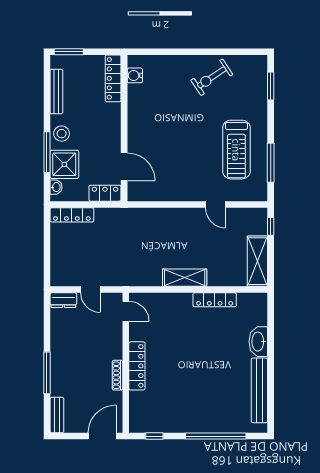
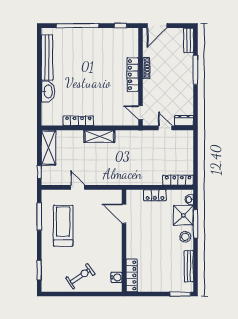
water cooler: (135, 75) -> (117, 277), moved
locker: (113, 78) -> (132, 275), moved
wall: (124, 128) -> (124, 241), moved
door: (124, 167) -> (124, 214), moved

